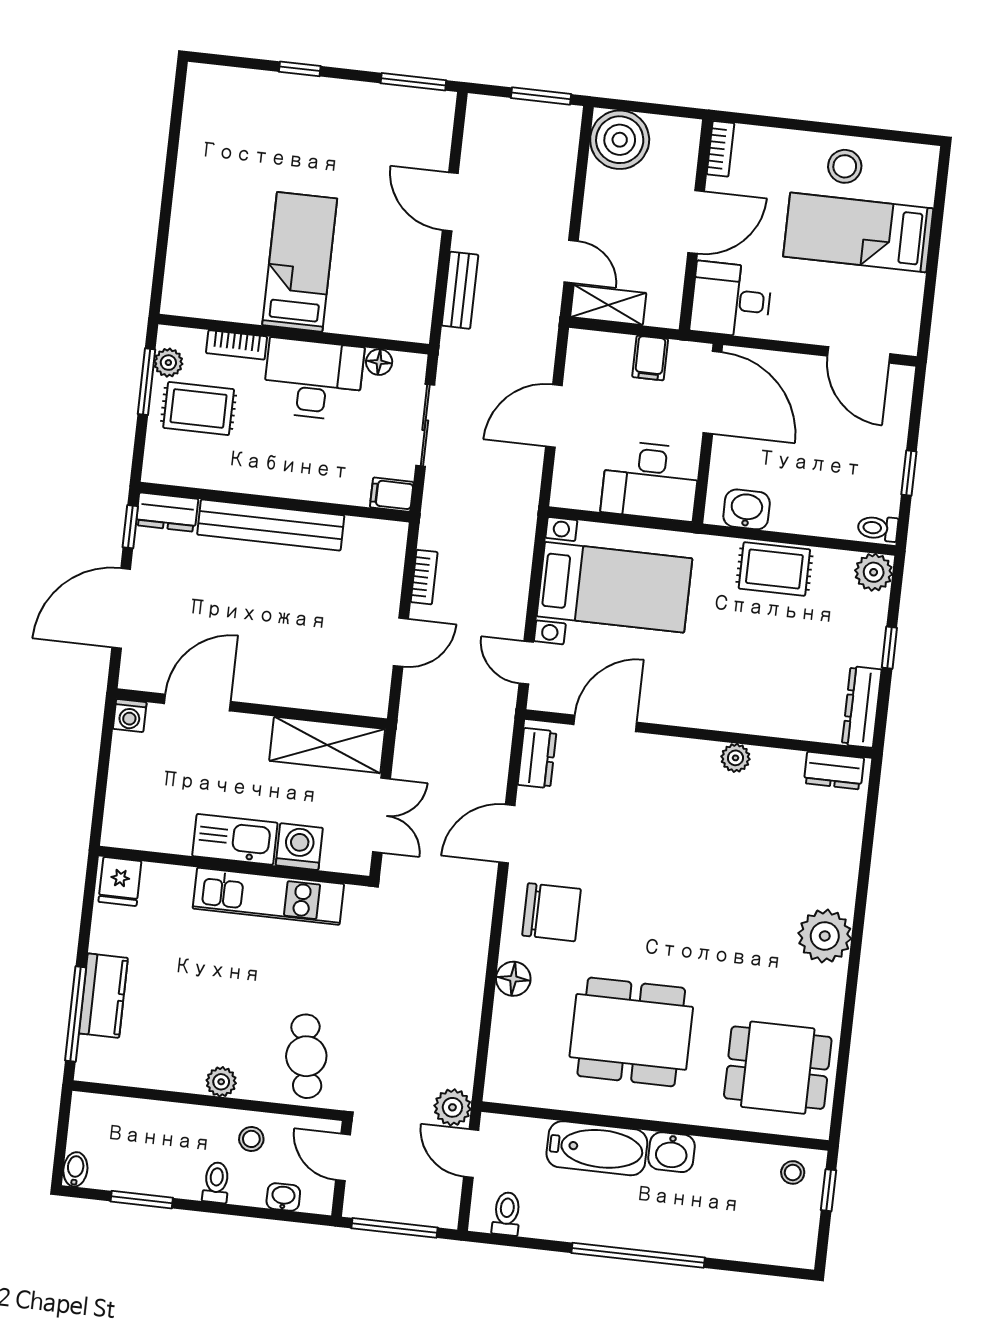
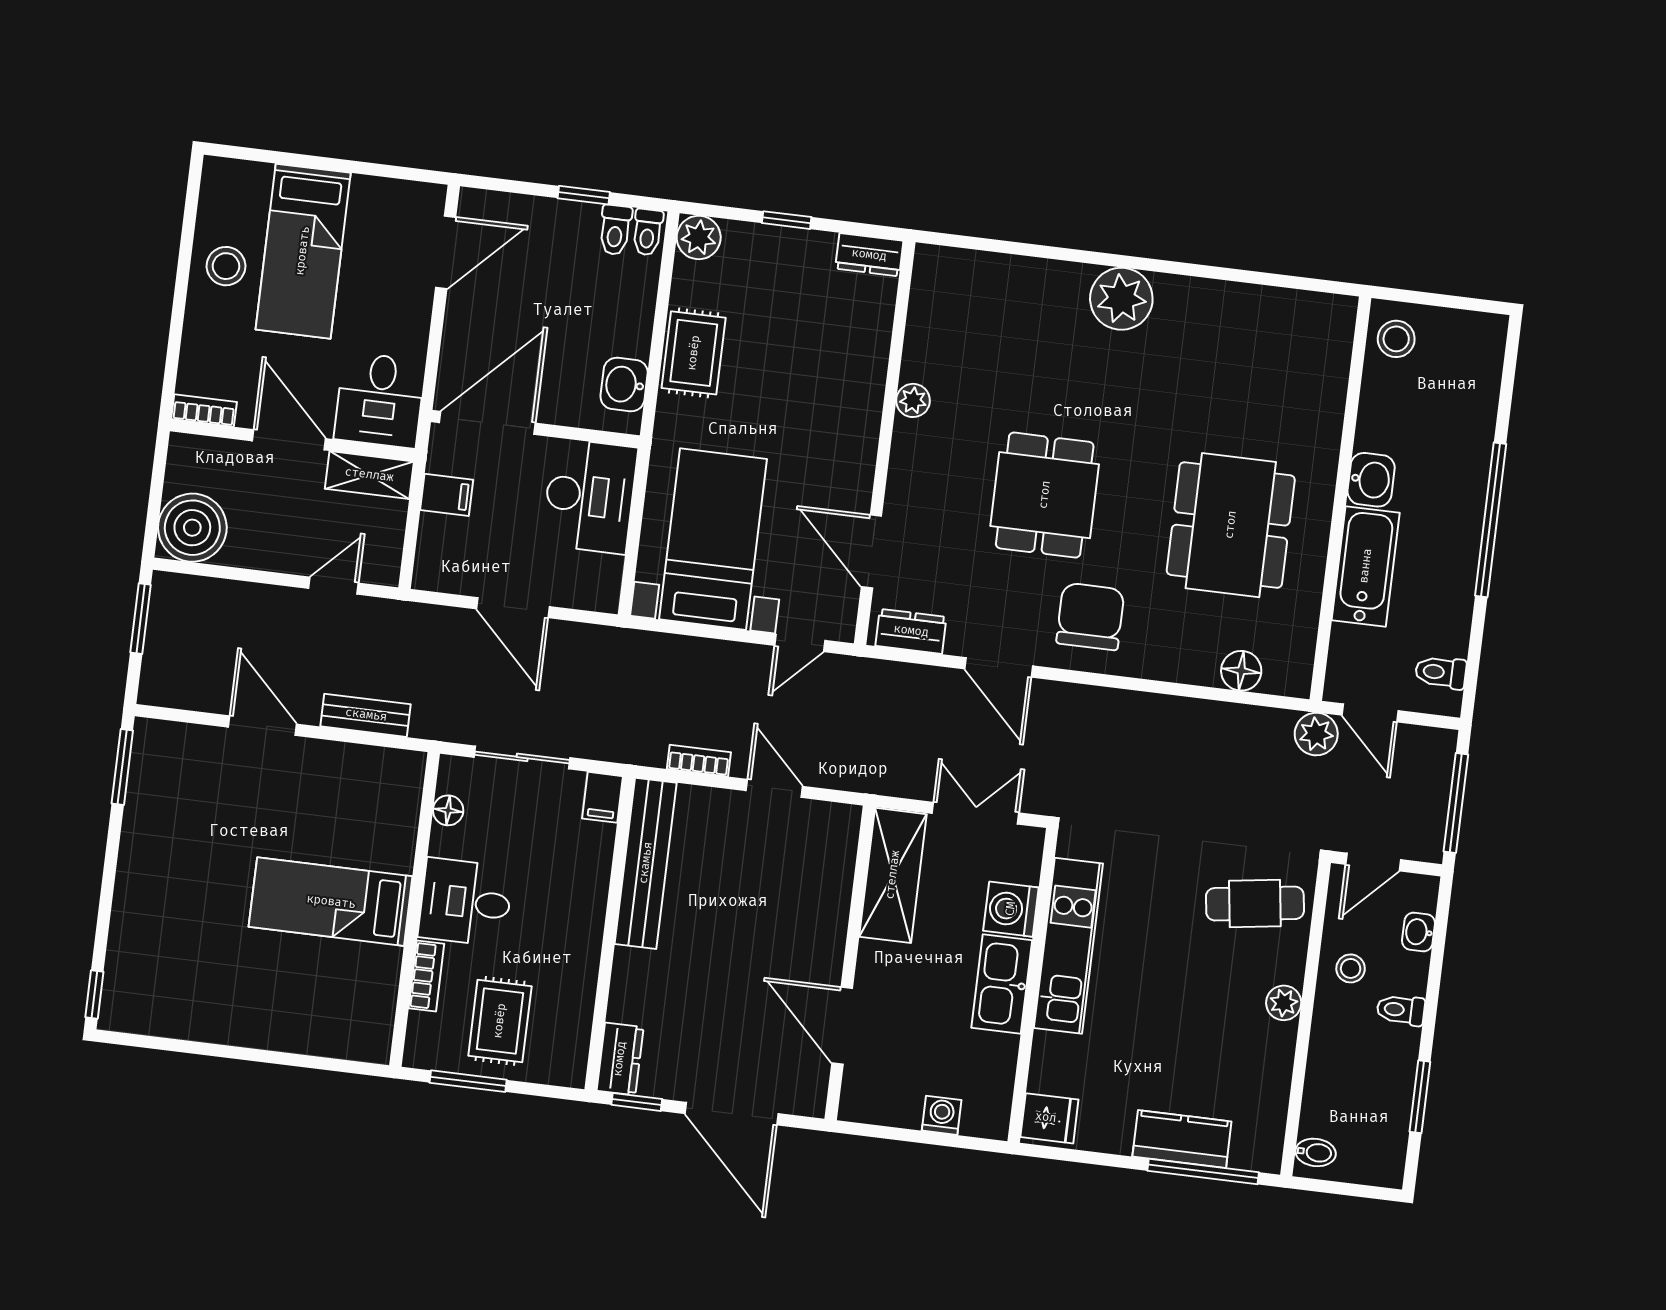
window: (300, 69) -> (94, 994), moved
door: (450, 202) -> (262, 726), swing flipped
shelving: (608, 305) -> (369, 475), moved, turned 90
plant: (168, 363) -> (446, 1056), removed
desk: (313, 379) -> (466, 902), width x0.73
toilet: (879, 500) -> (615, 230), added
bench: (271, 525) -> (646, 863), moved
dresser: (862, 707) -> (869, 255), width x0.70
washing machine: (130, 716) -> (942, 1115), moved, turned -90
dresser: (834, 771) -> (929, 286), removed
floor lamp: (513, 979) -> (1241, 671), moved
dining table: (778, 1068) -> (1045, 495), moved
door: (471, 1153) -> (1370, 713), hinge flipped
bidet: (75, 1169) -> (1316, 1152), moved, turned 180
stool: (793, 1172) -> (1396, 339), width x1.37, depth x1.37
window: (828, 1190) -> (1417, 297), removed

